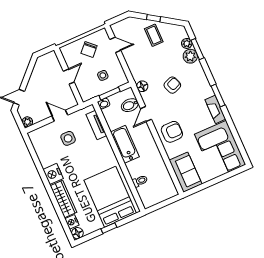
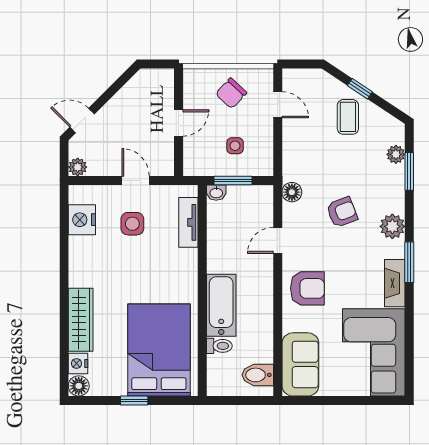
plant: (190, 56) -> (392, 226), moved
bidet: (130, 105) -> (258, 375), moved
bathtub: (125, 144) -> (221, 305), moved
nightstand: (53, 174) -> (82, 220), moved

